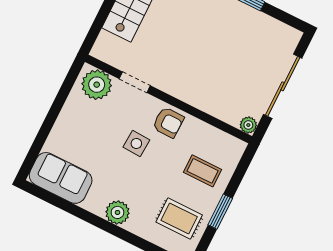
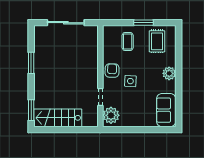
plant: (248, 125) -> (94, 30), removed

